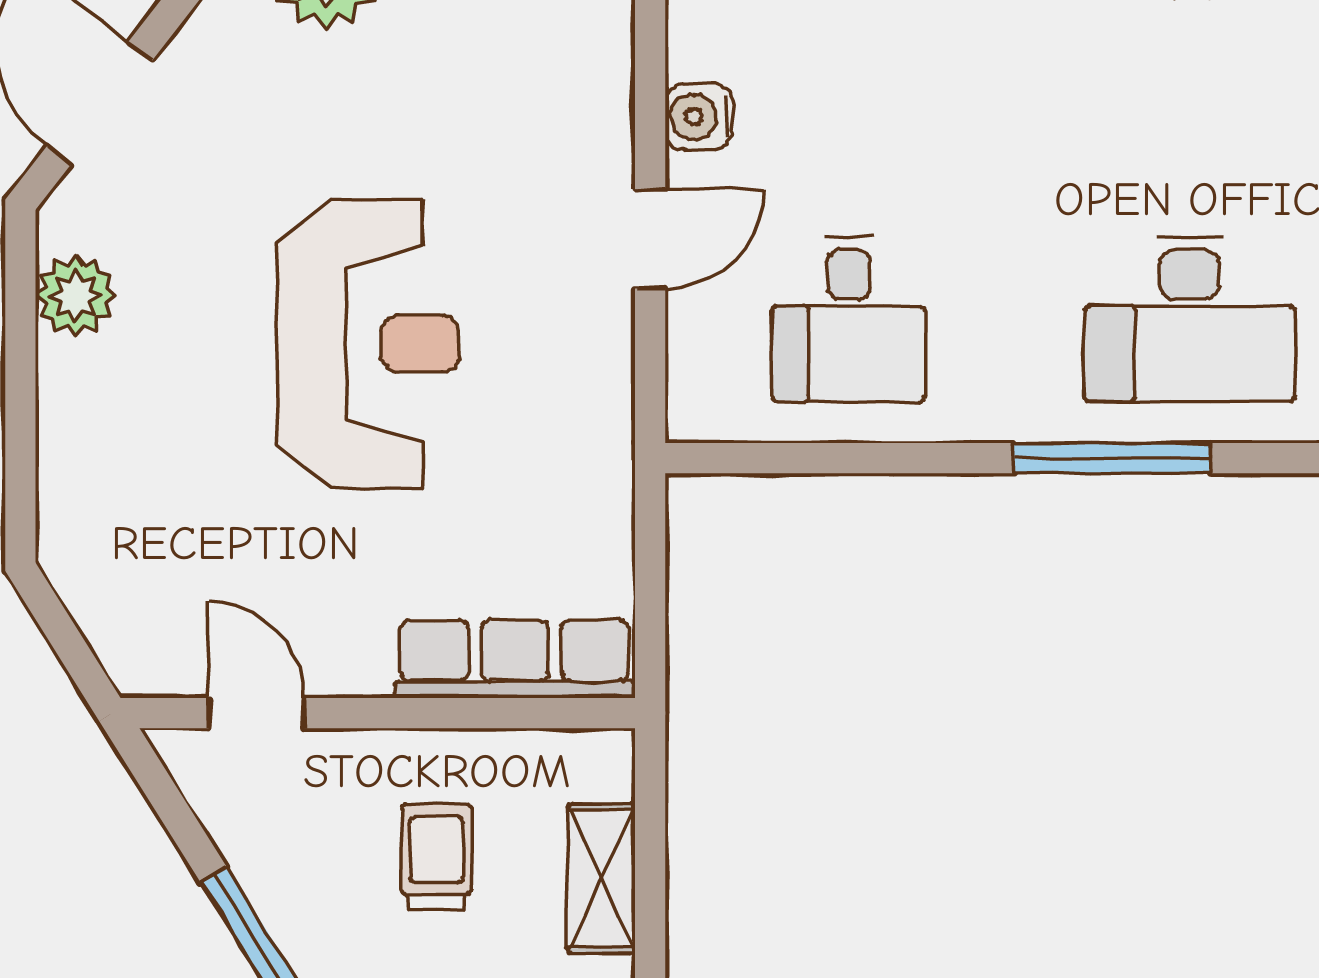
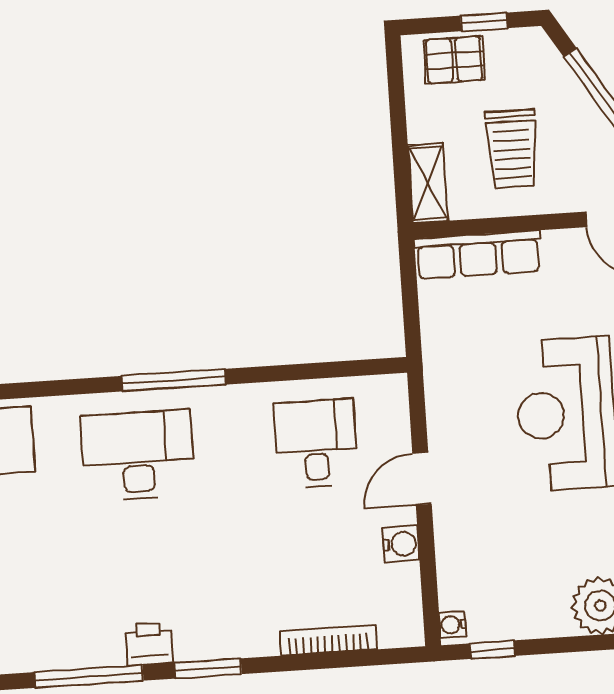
trolley: (436, 857) -> (512, 149), width x1.36, depth x1.39
shelving: (602, 879) -> (428, 183), moved

